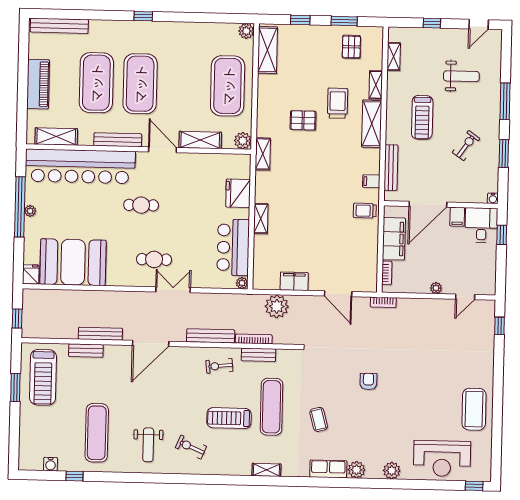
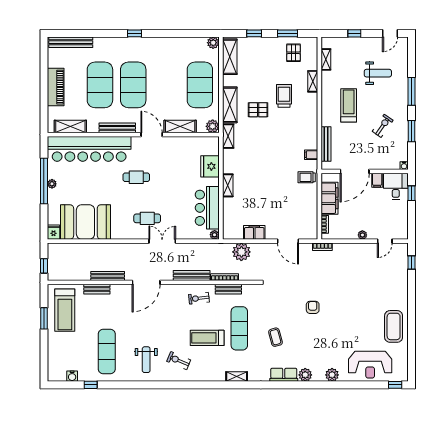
treadmill: (422, 117) -> (349, 105), turned 180
shelving: (372, 124) -> (230, 105), moved

